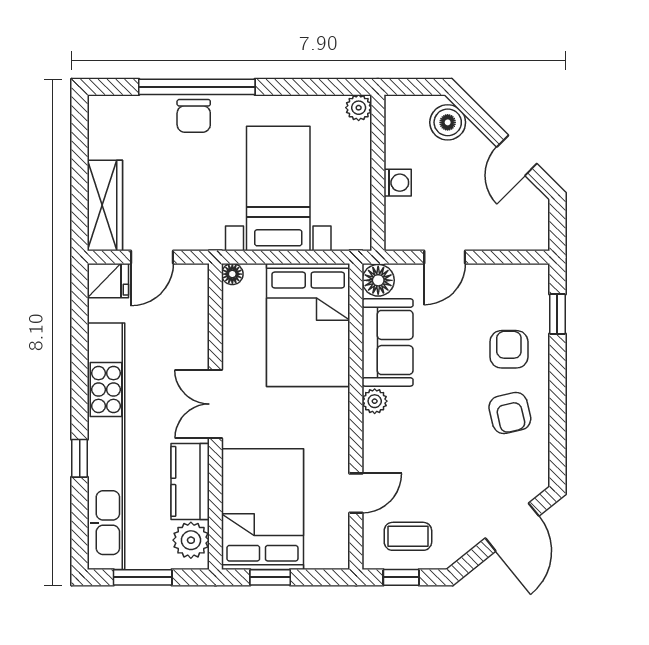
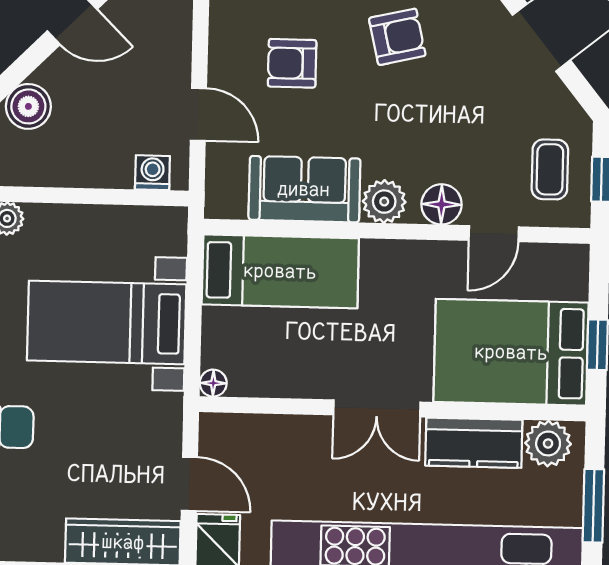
washing machine: (398, 183) -> (152, 173), moved
floor lamp: (378, 280) -> (441, 204), moved
bed: (308, 325) -> (280, 271), width x0.67
armchair: (509, 349) -> (292, 63), moved
plant: (375, 401) -> (384, 202), width x1.38, depth x1.38
door: (356, 493) -> (494, 234), swing flipped

